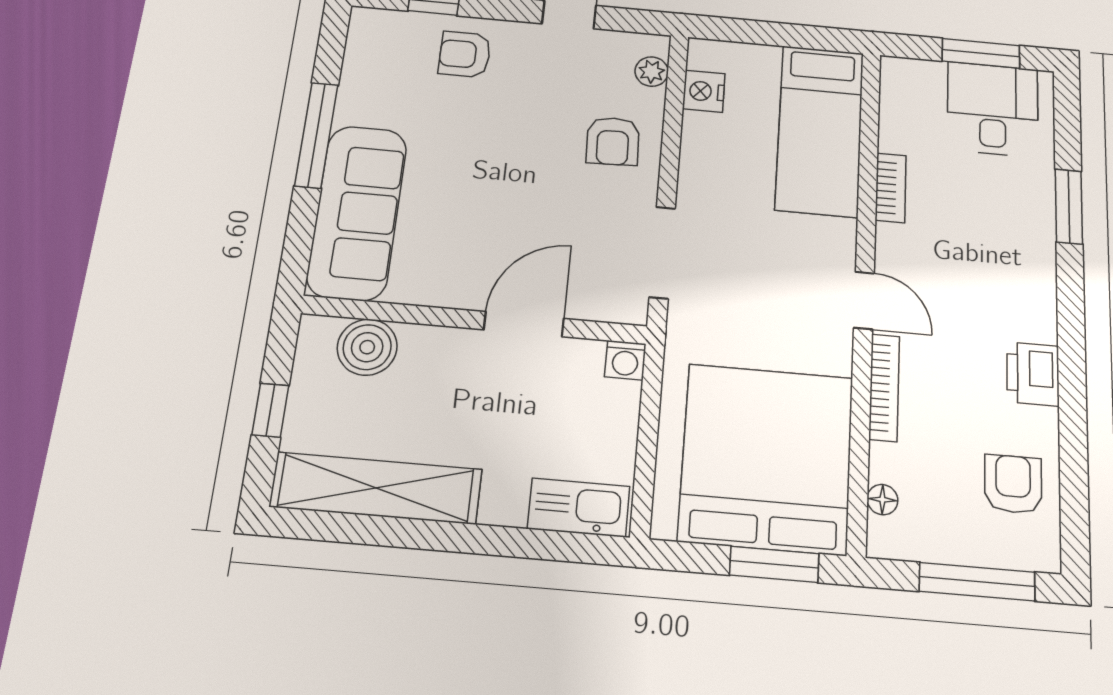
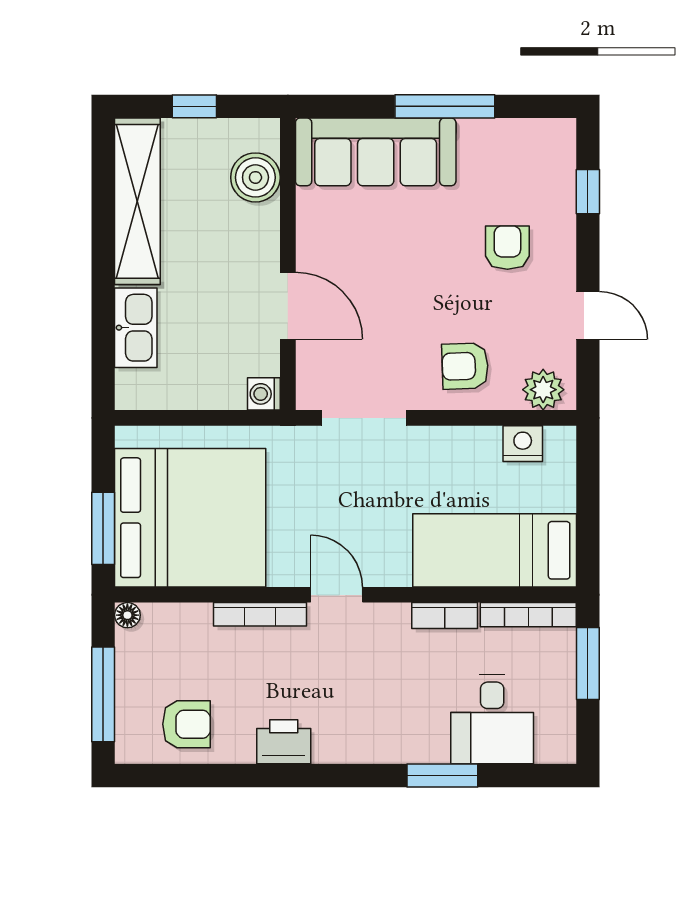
window: (981, 53) -> (588, 664), moved
armchair: (465, 54) -> (507, 248), moved
plant: (652, 72) -> (543, 390), width x1.38, depth x1.38
bookcase: (892, 103) -> (528, 615), added
desk: (993, 109) -> (492, 719), moved, turned 90
door: (864, 300) -> (337, 595), swing flipped
floor lamp: (882, 500) -> (127, 615), moved
kitchen sink: (579, 508) -> (136, 328), moved

